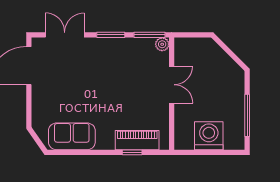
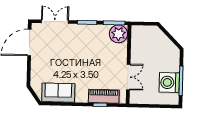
plant: (162, 44) -> (118, 34), width x1.88, depth x1.88
double door: (172, 85) -> (128, 77), moved
washing machine: (209, 136) -> (169, 82), moved, turned -90

